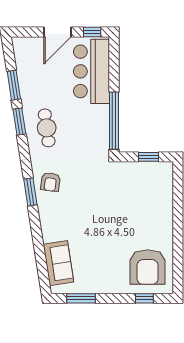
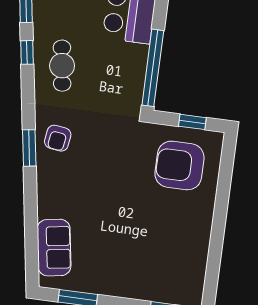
window: (19, 122) -> (27, 52), width x0.67
armchair: (148, 267) -> (179, 165), moved, turned 90

